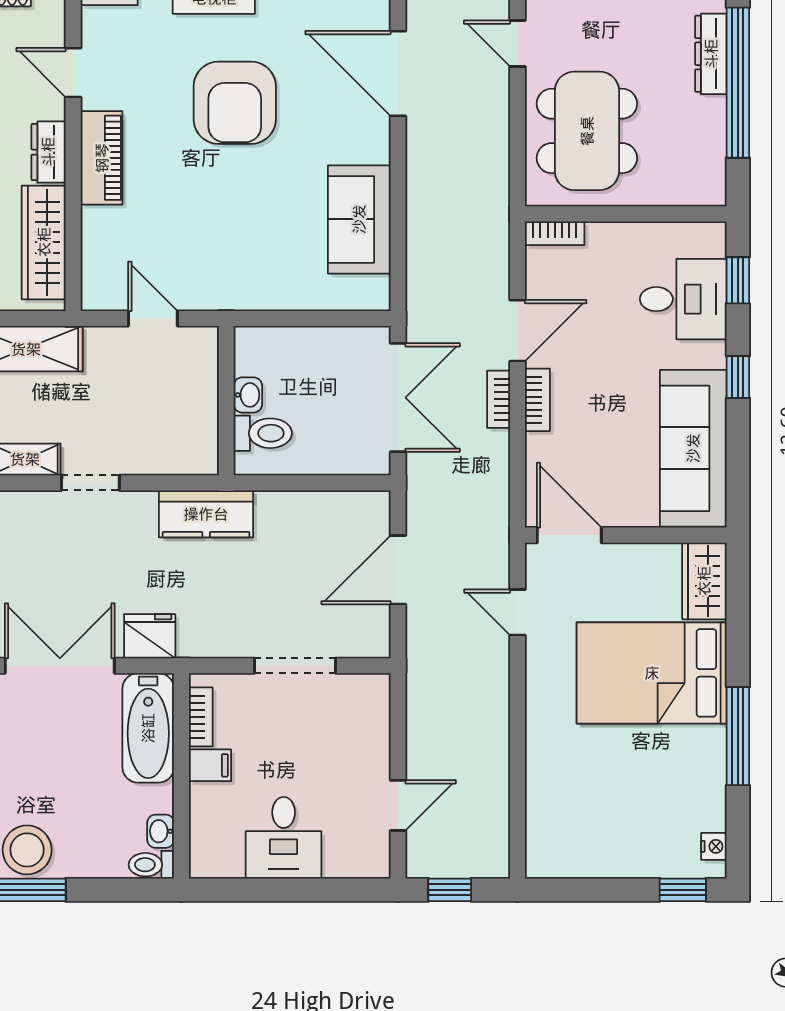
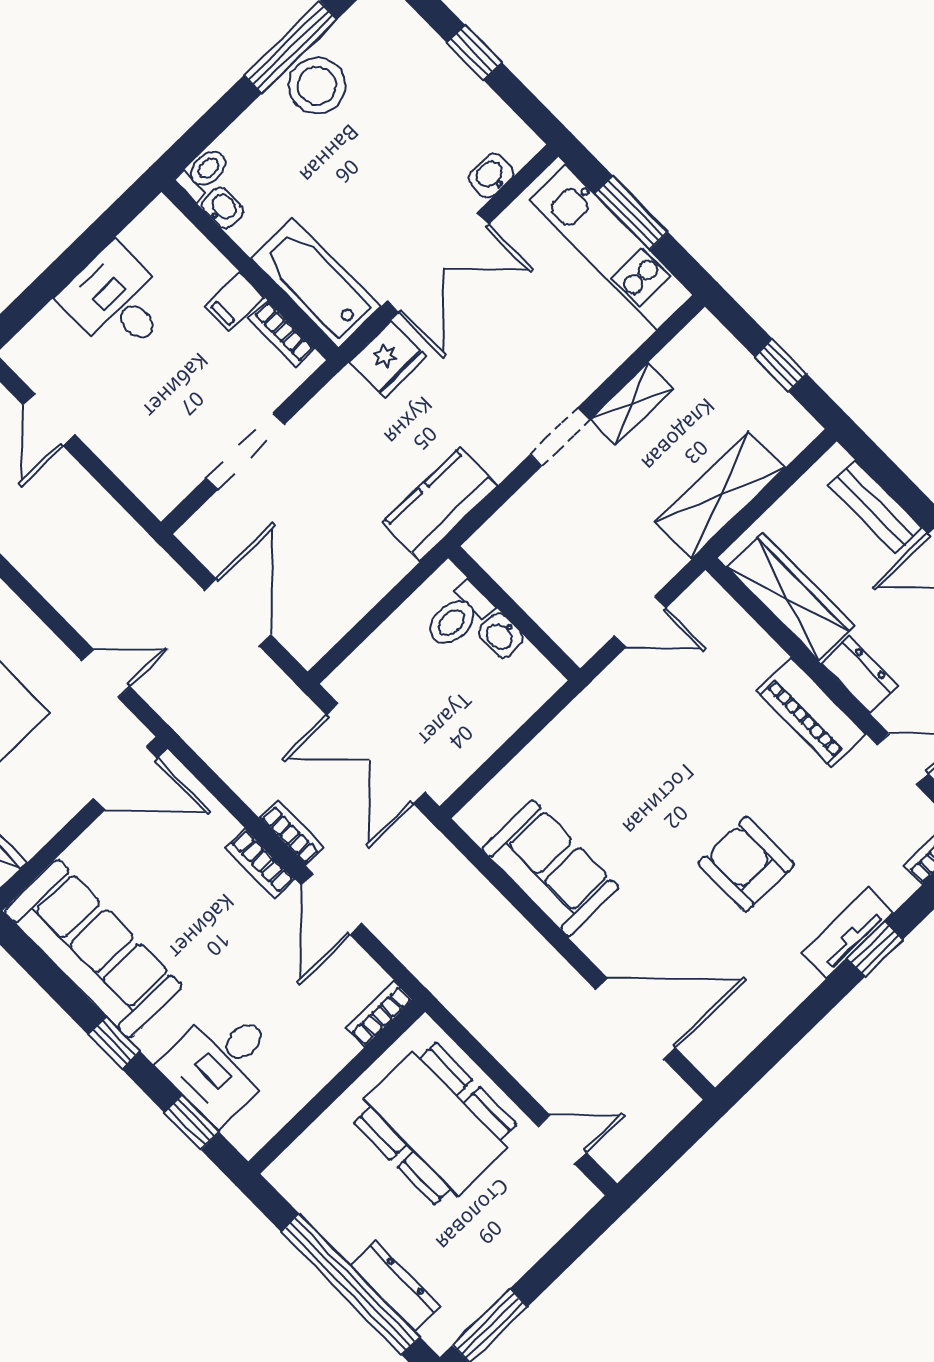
armchair: (235, 103) -> (746, 864), width x0.73, depth x0.73

